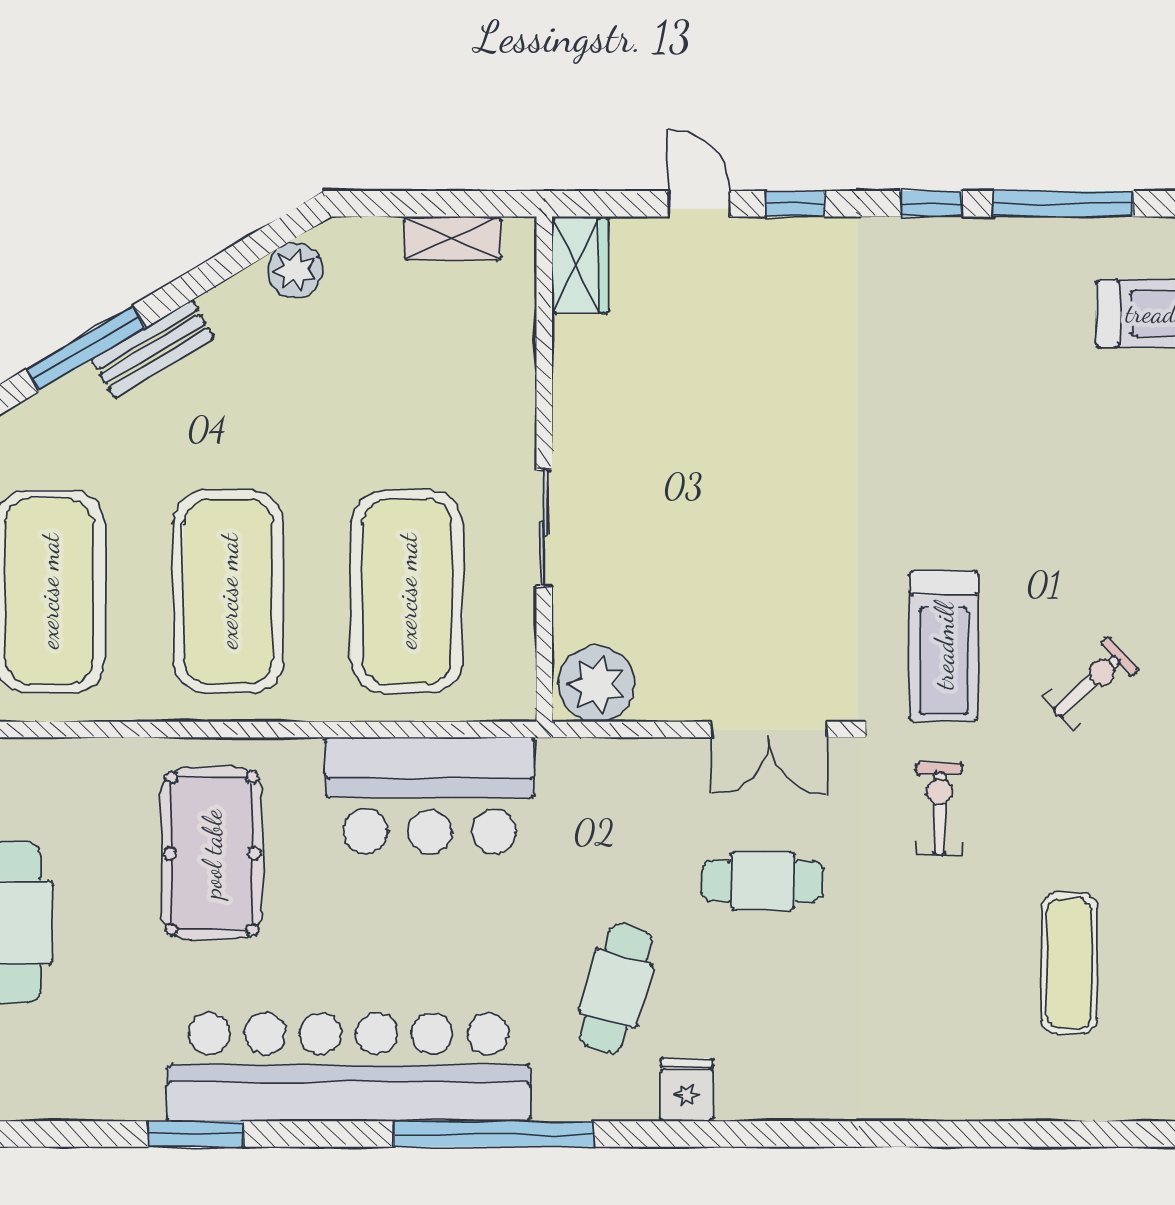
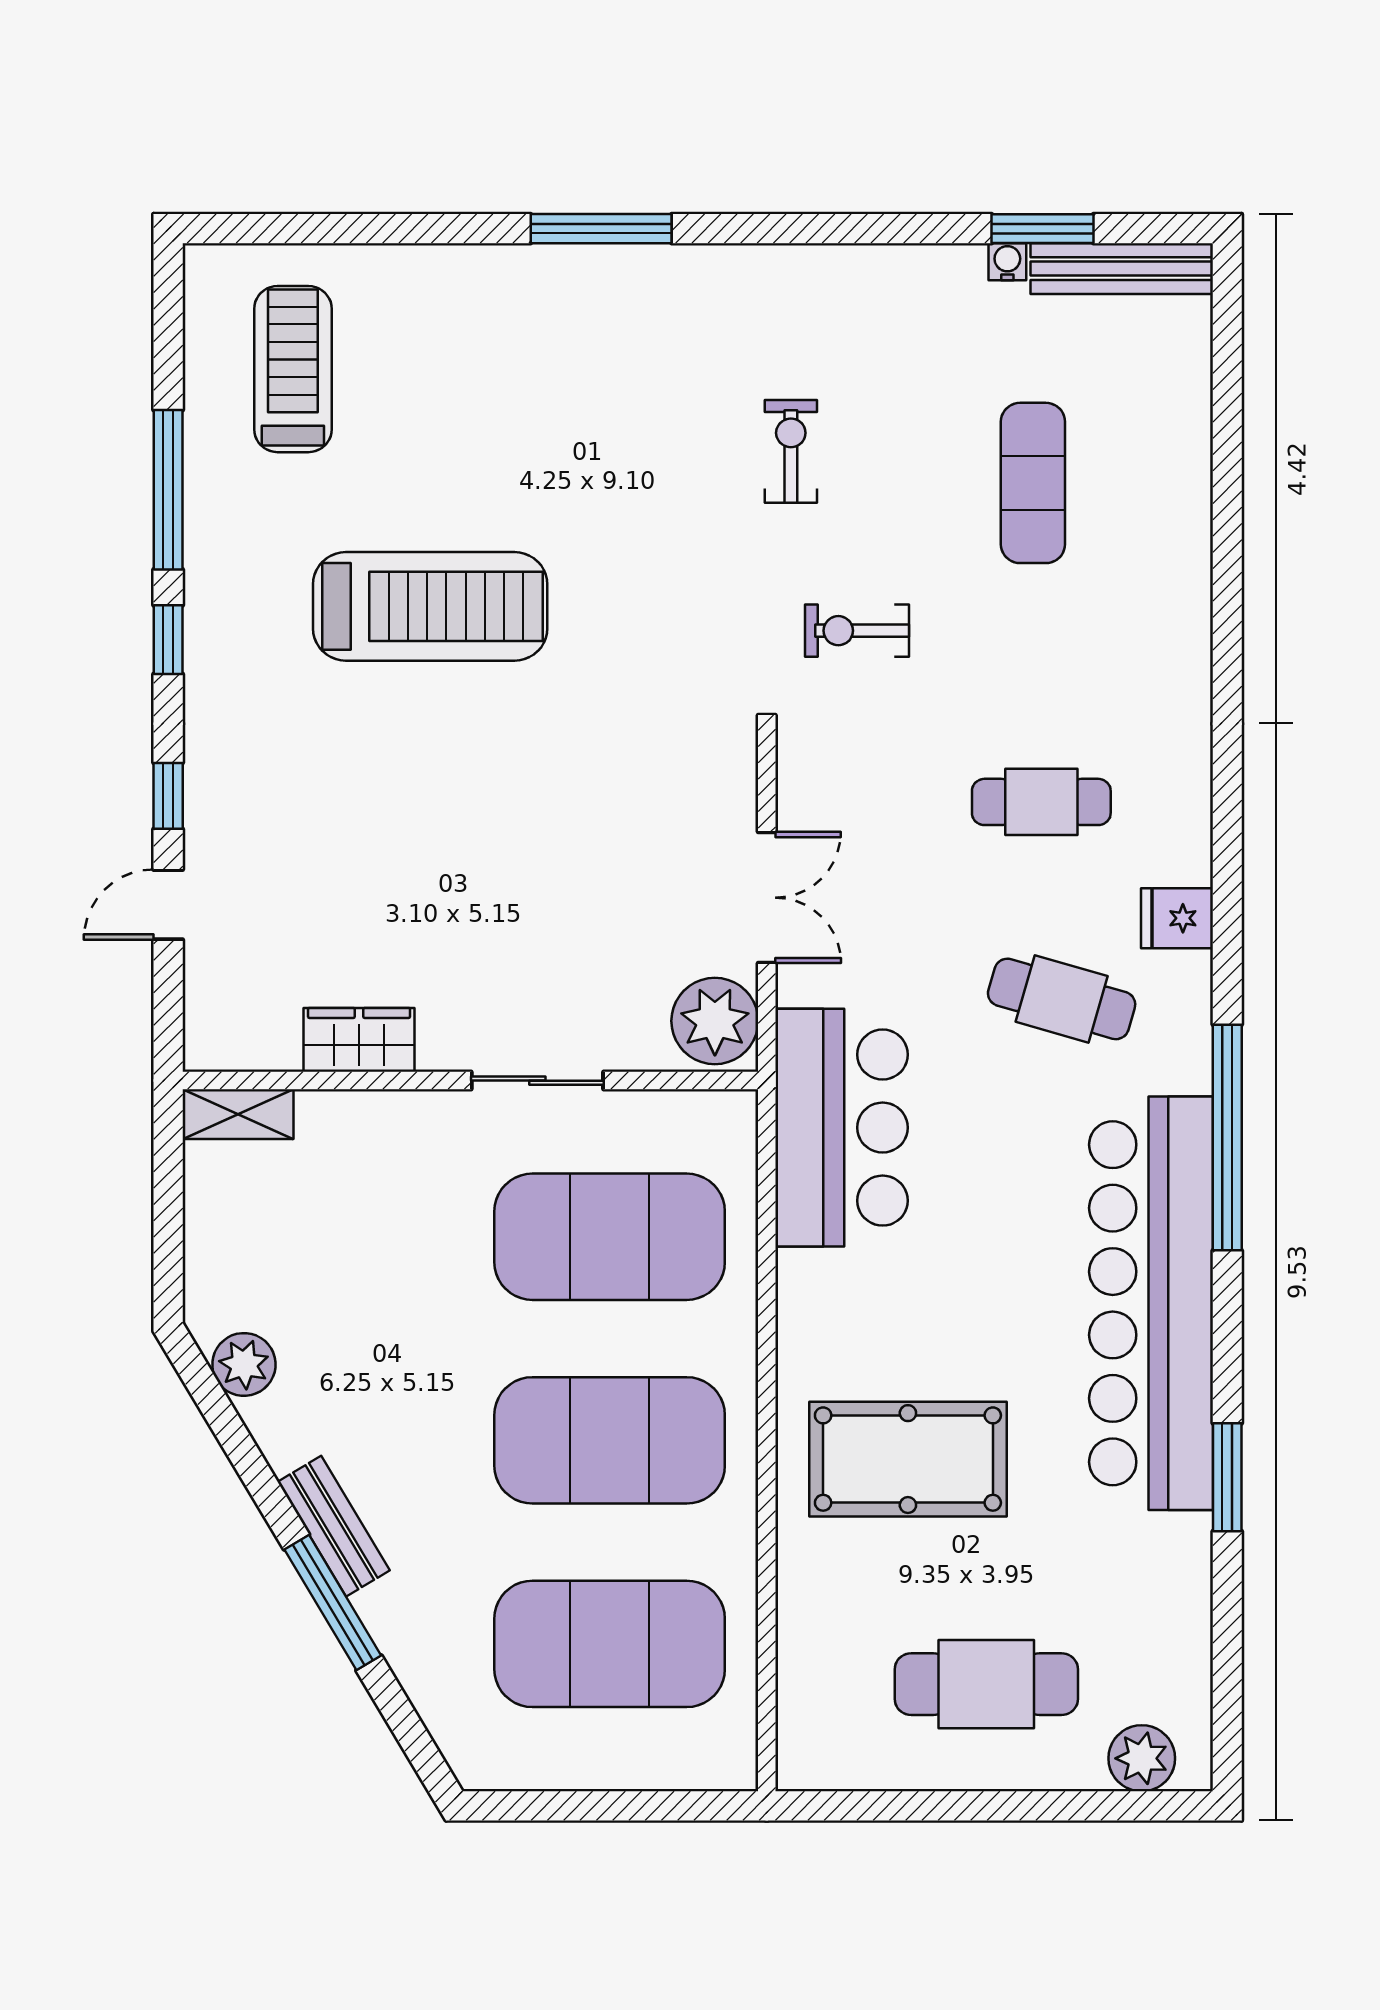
shelving: (453, 238) -> (238, 1114), moved, turned 90
wardrobe: (580, 265) -> (359, 1040), moved
treadmill: (944, 646) -> (430, 606), moved, width x1.37, depth x1.38
exercise bike: (1090, 683) -> (791, 451), moved, turned 42
double door: (769, 730) -> (767, 898), moved
bar counter: (430, 795) -> (842, 1128), moved
cafe table: (763, 881) -> (1041, 802), moved, turned 90
exercise mat: (1069, 963) -> (1033, 483), turned 90

